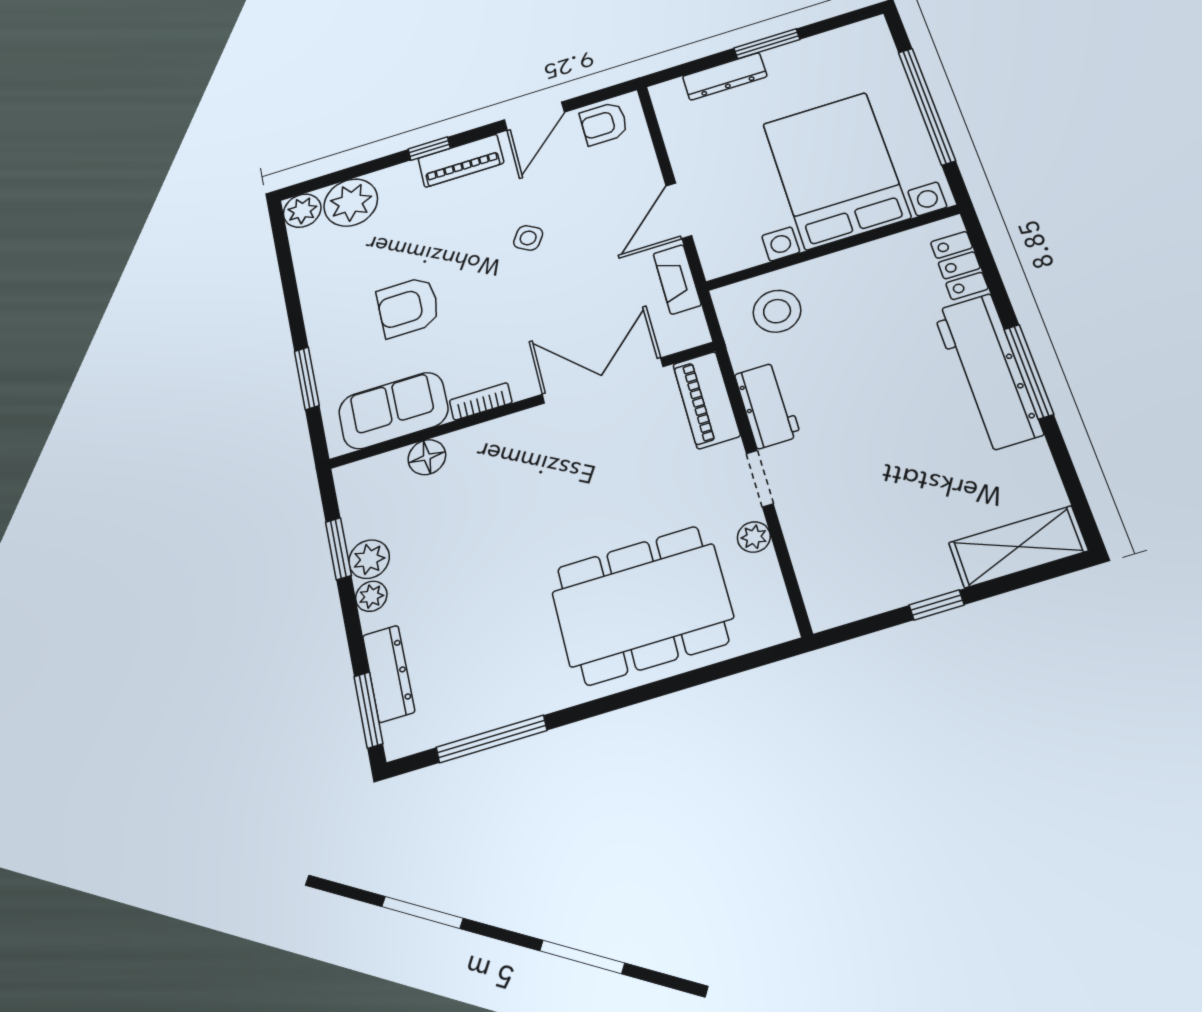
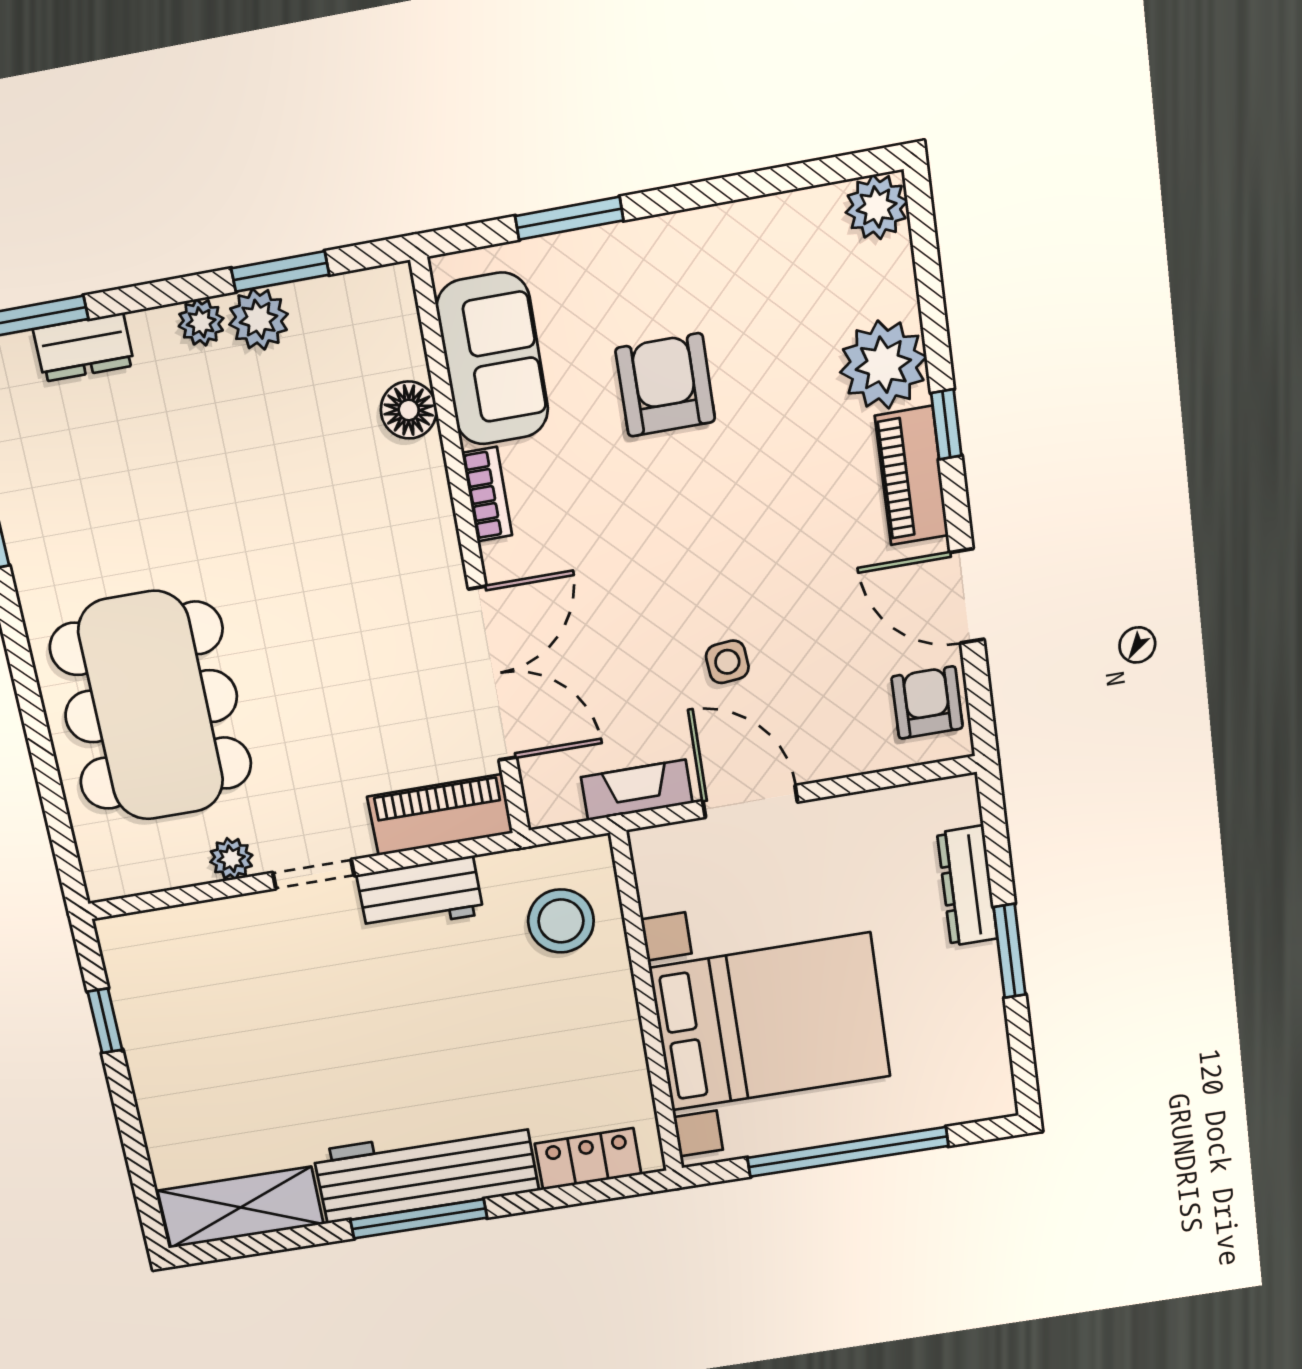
plant: (351, 203) -> (883, 365), moved
side table: (528, 238) -> (727, 662), moved, turned -37
shelving: (1018, 547) -> (241, 1207), moved, turned 90
window: (937, 605) -> (105, 1021), moved
dresser: (389, 674) -> (84, 347), width x0.70

